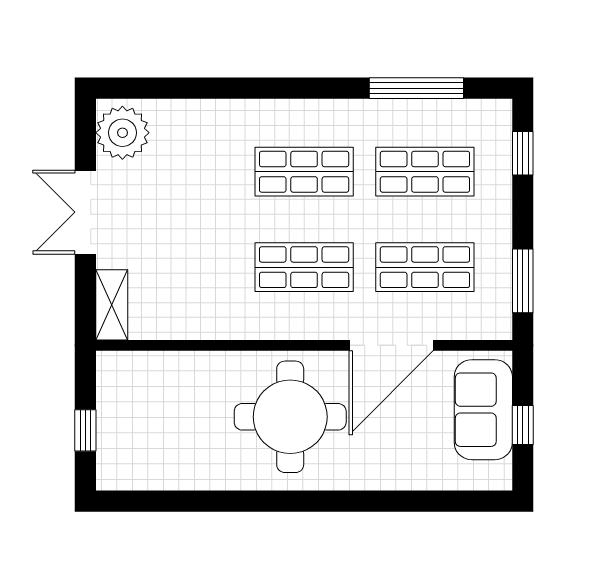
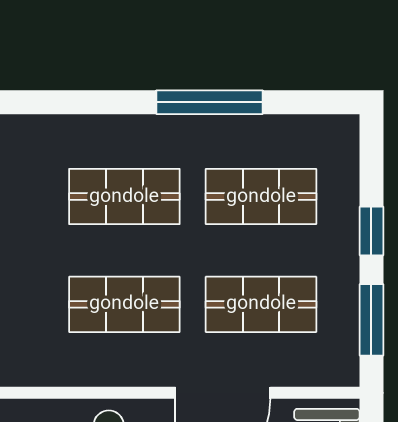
window: (416, 88) -> (210, 102), moved
window: (523, 153) -> (371, 231), moved

